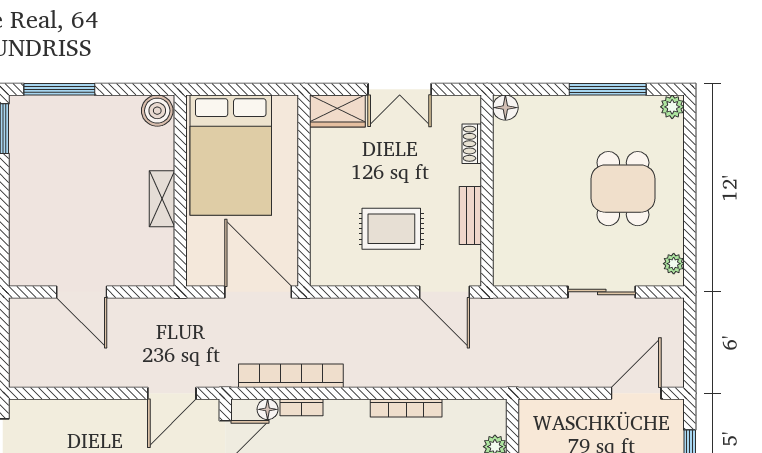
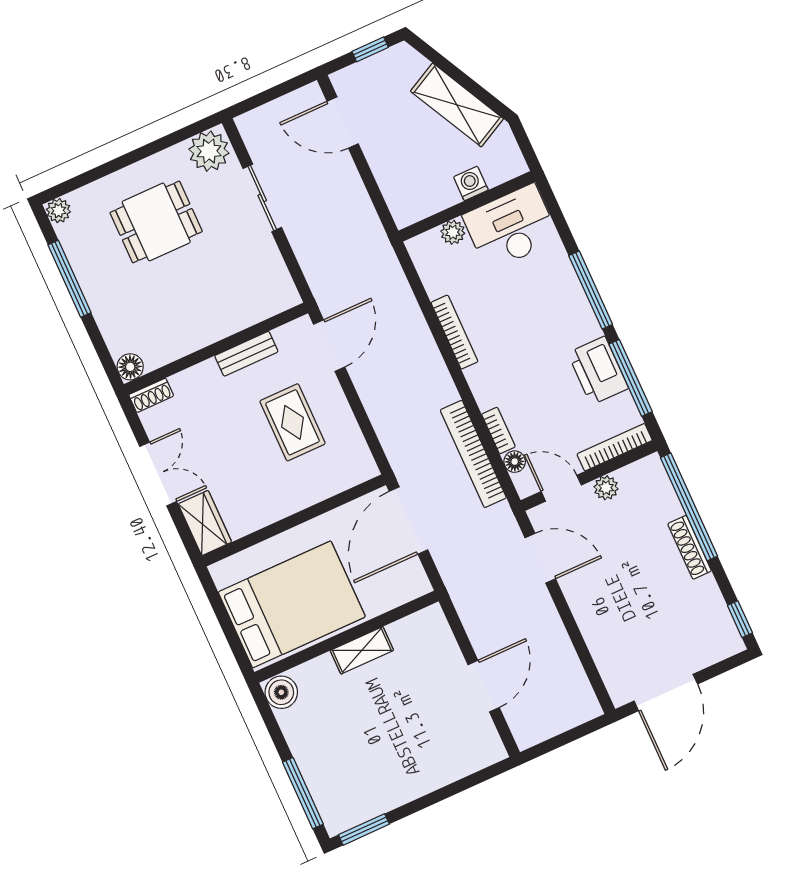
shoe rack: (472, 144) -> (151, 395), moved
plant: (674, 264) -> (209, 151), width x1.87, depth x1.87

